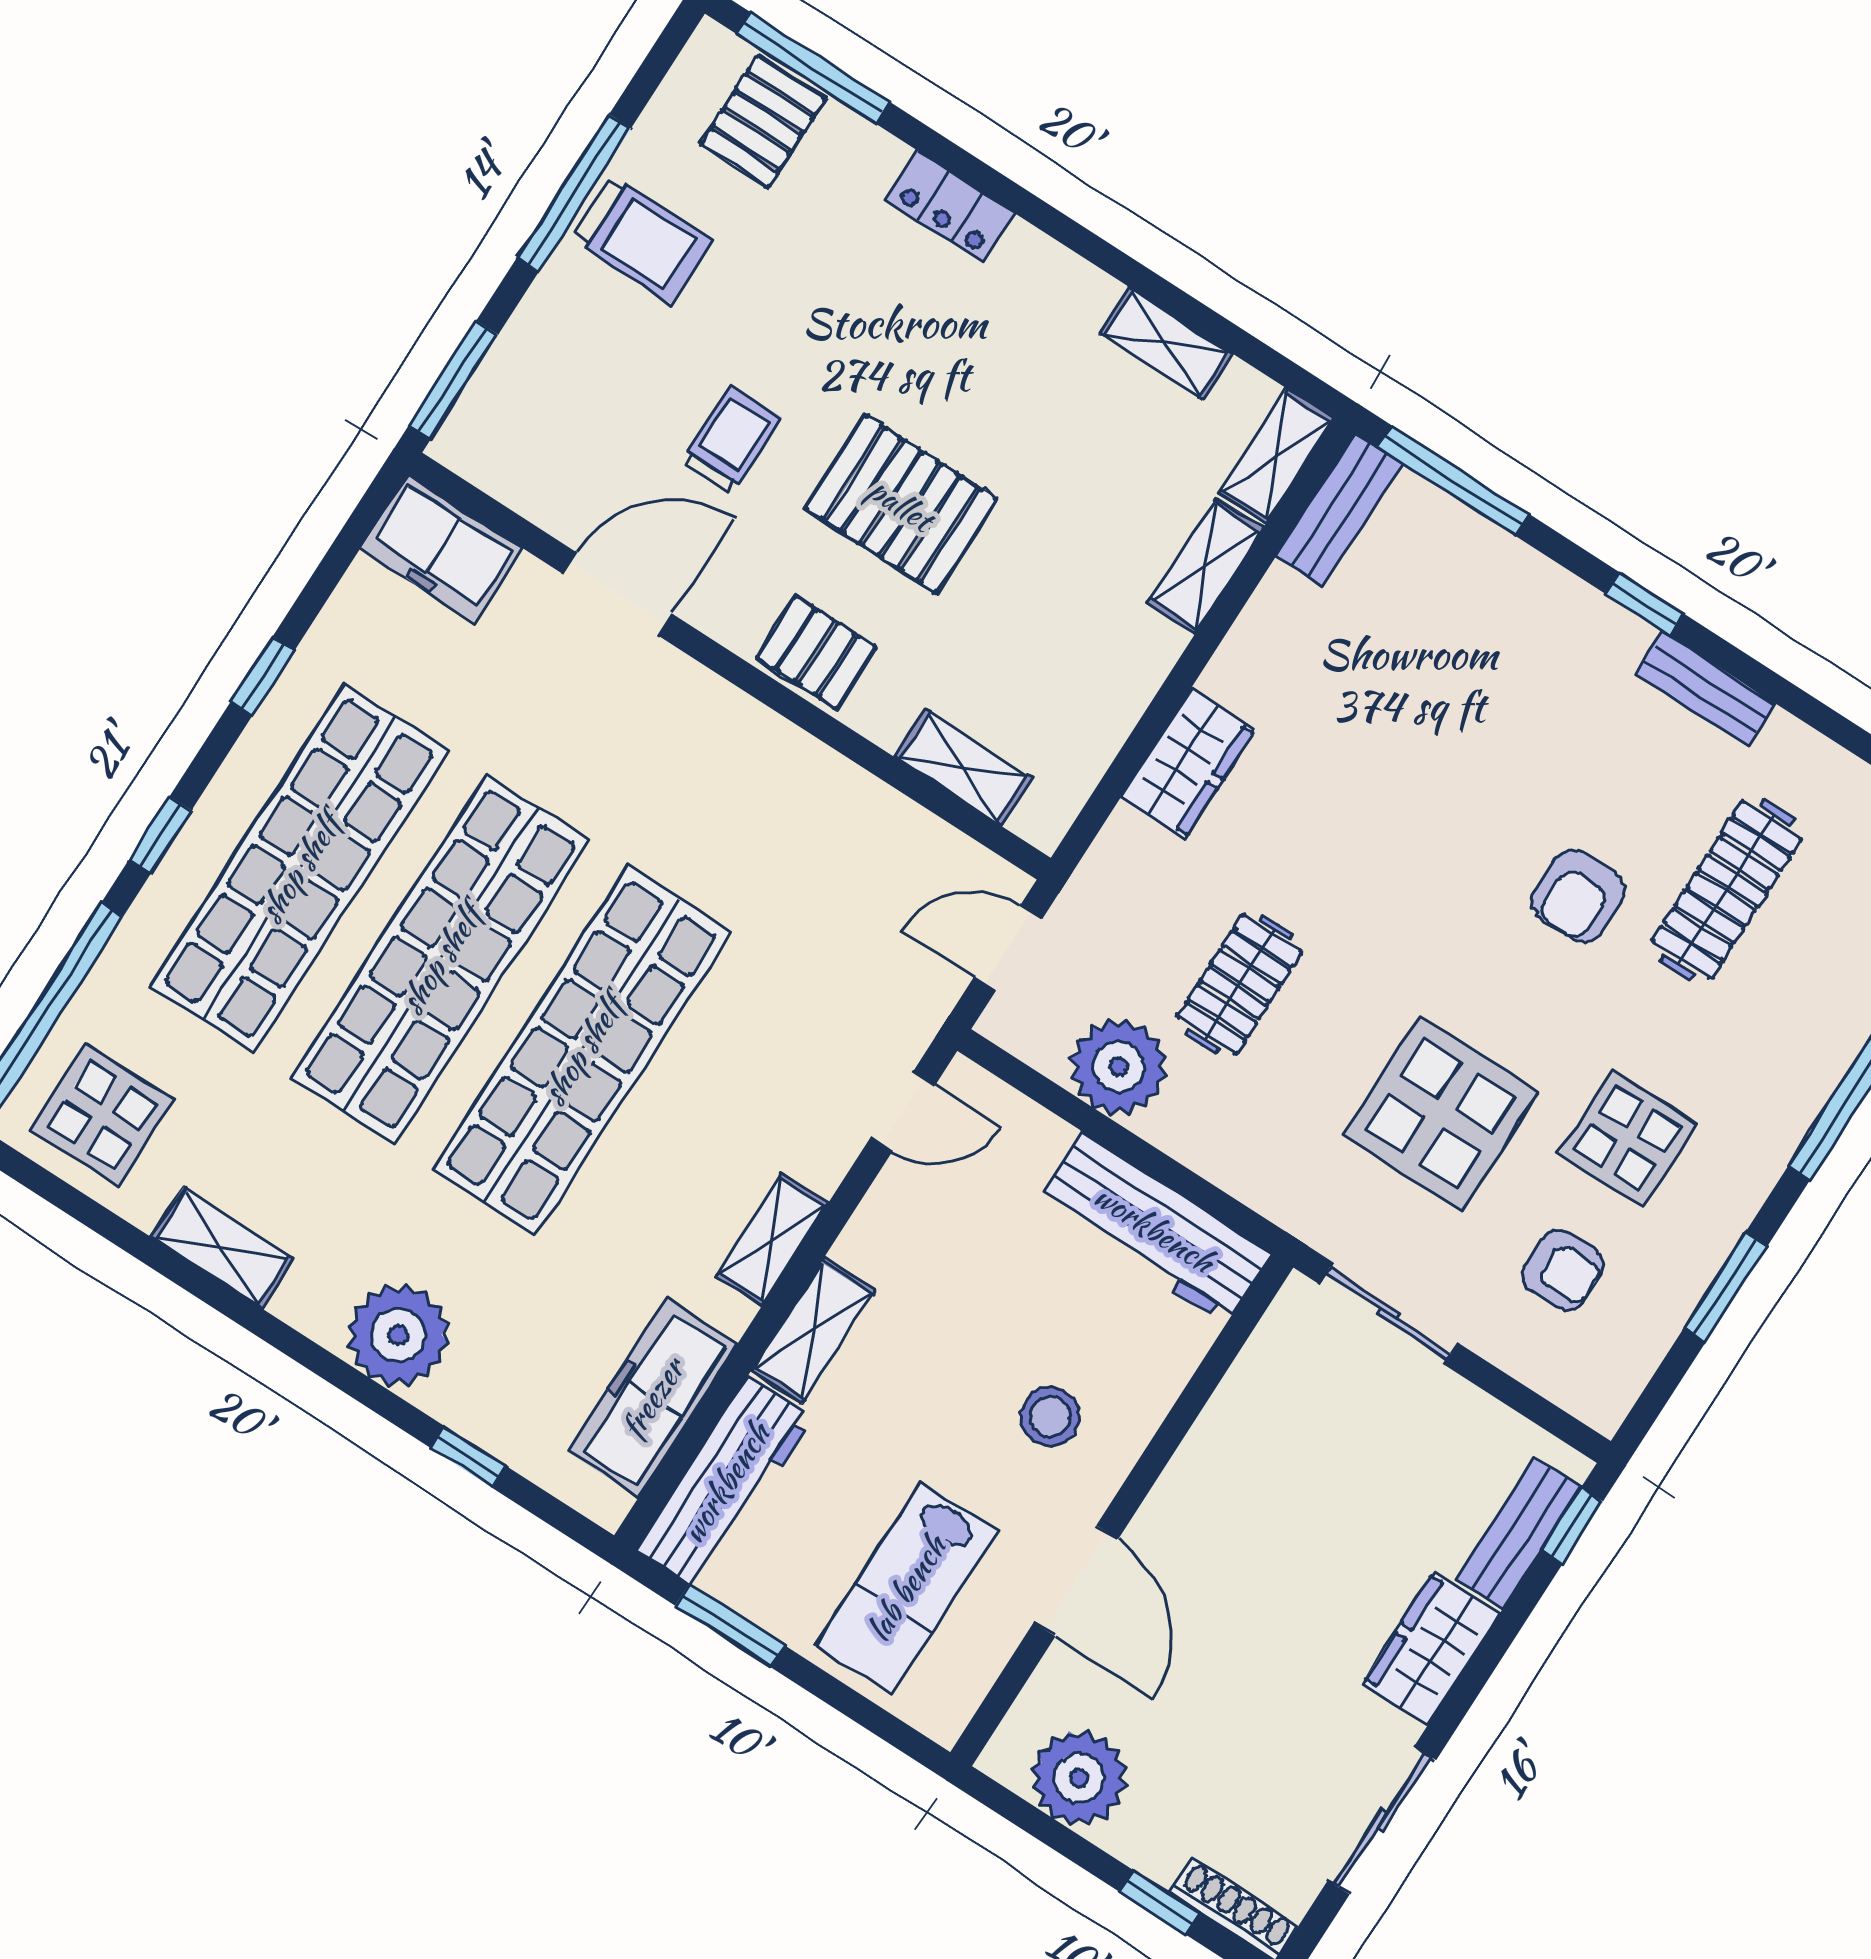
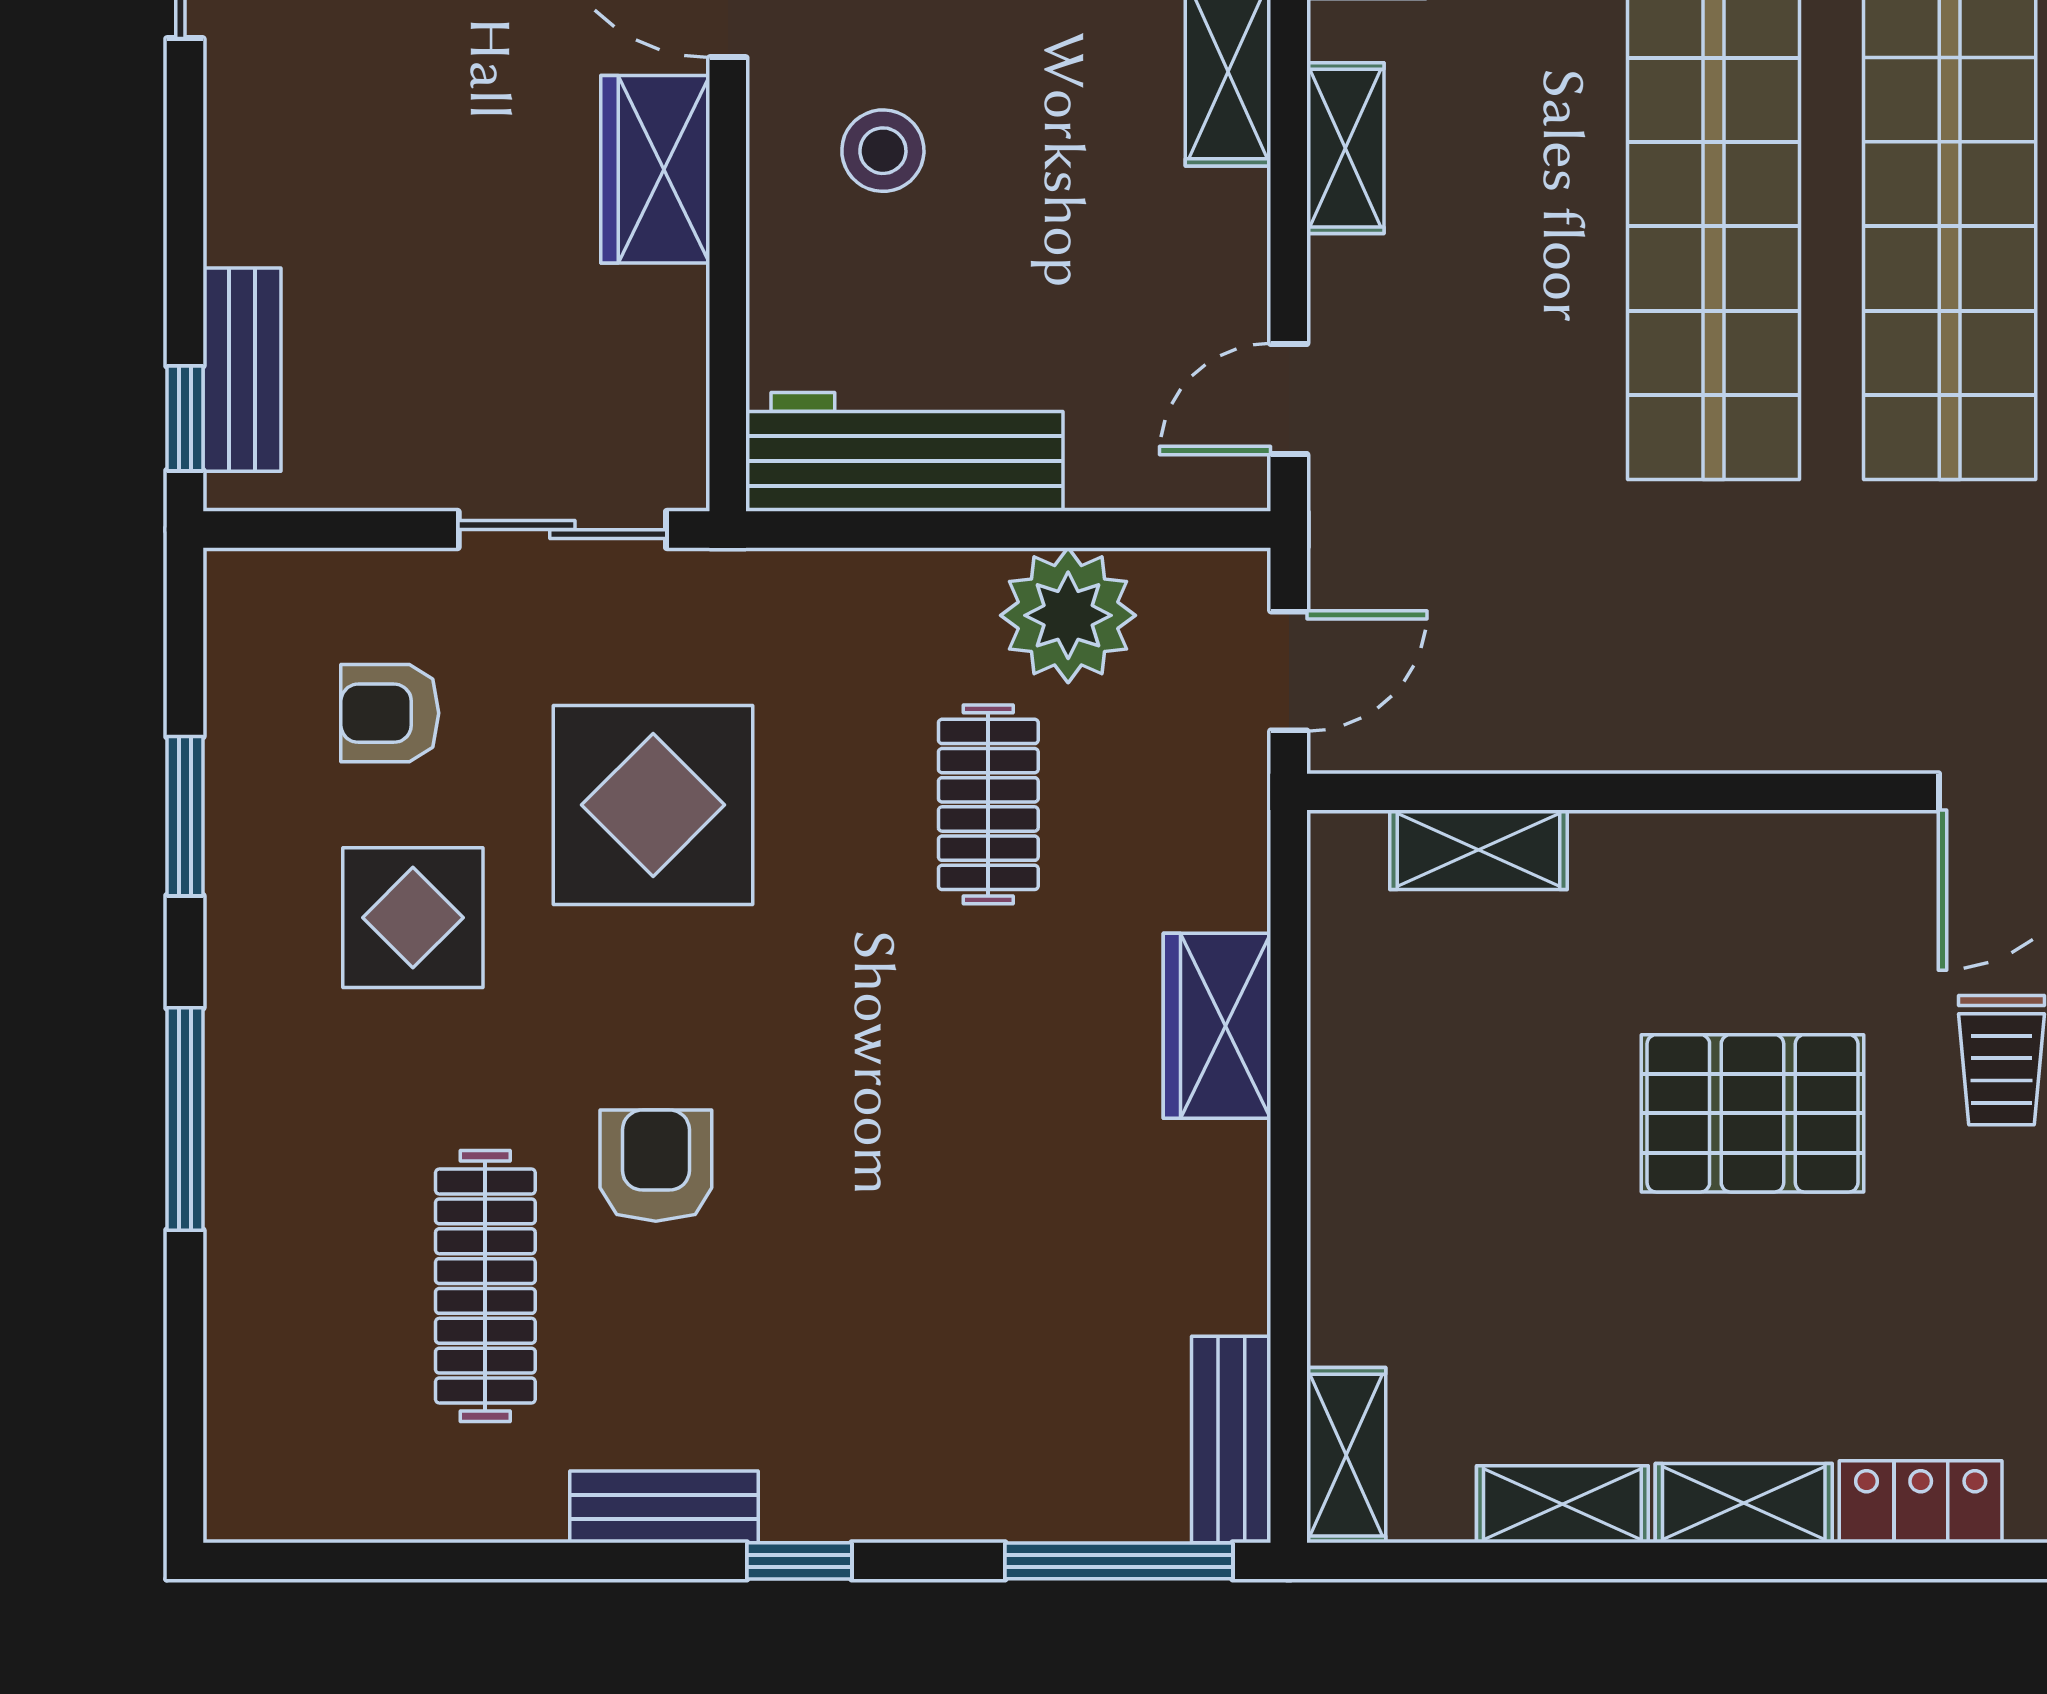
shelving: (1205, 566) -> (1744, 1503), moved, turned 90
pallet: (816, 652) -> (1739, 874), removed
wardrobe: (1431, 1649) -> (655, 169), moved, turned 180

